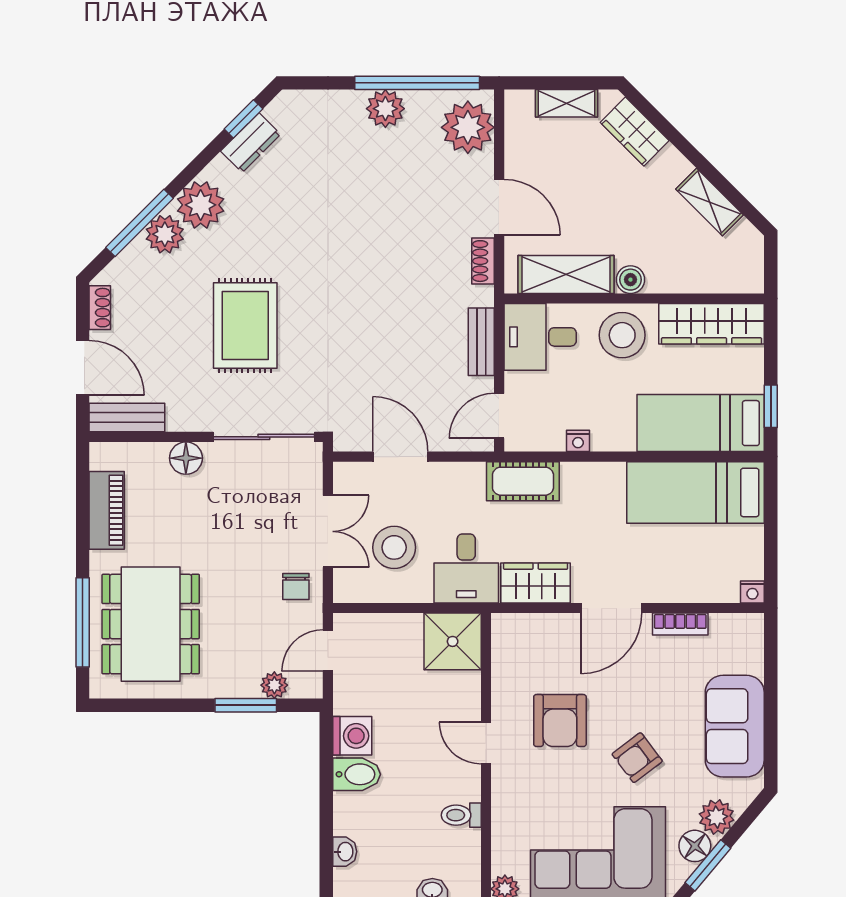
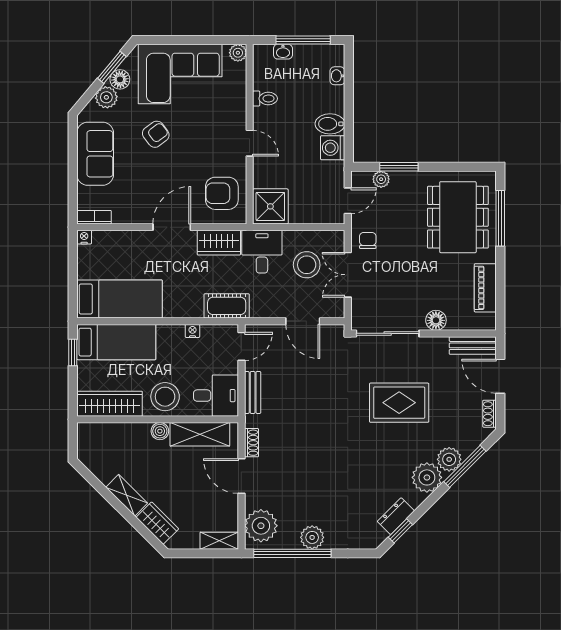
shelving: (567, 103) -> (219, 541), moved
shelving: (709, 202) -> (127, 495), moved
rug: (245, 325) -> (399, 403), turned 90
bookcase: (680, 624) -> (94, 217), moved
armchair: (560, 720) -> (222, 193), moved, turned -90

